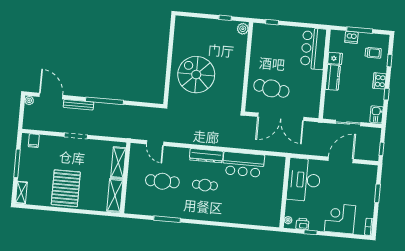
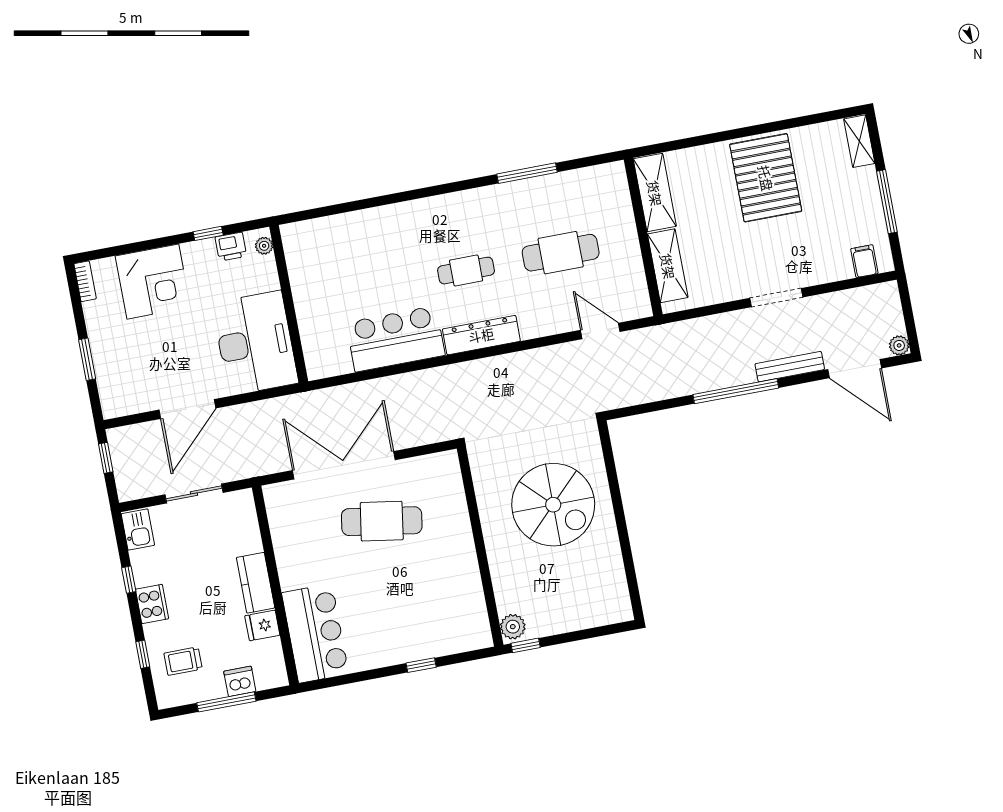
plant: (243, 29) -> (513, 627), moved
wall: (247, 67) -> (480, 547), moved

